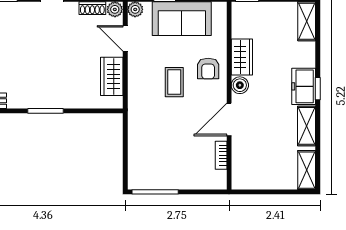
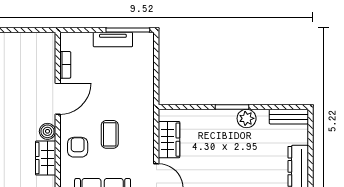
plant: (30, 99) -> (247, 118), added
tv unit: (171, 182) -> (113, 40), added

